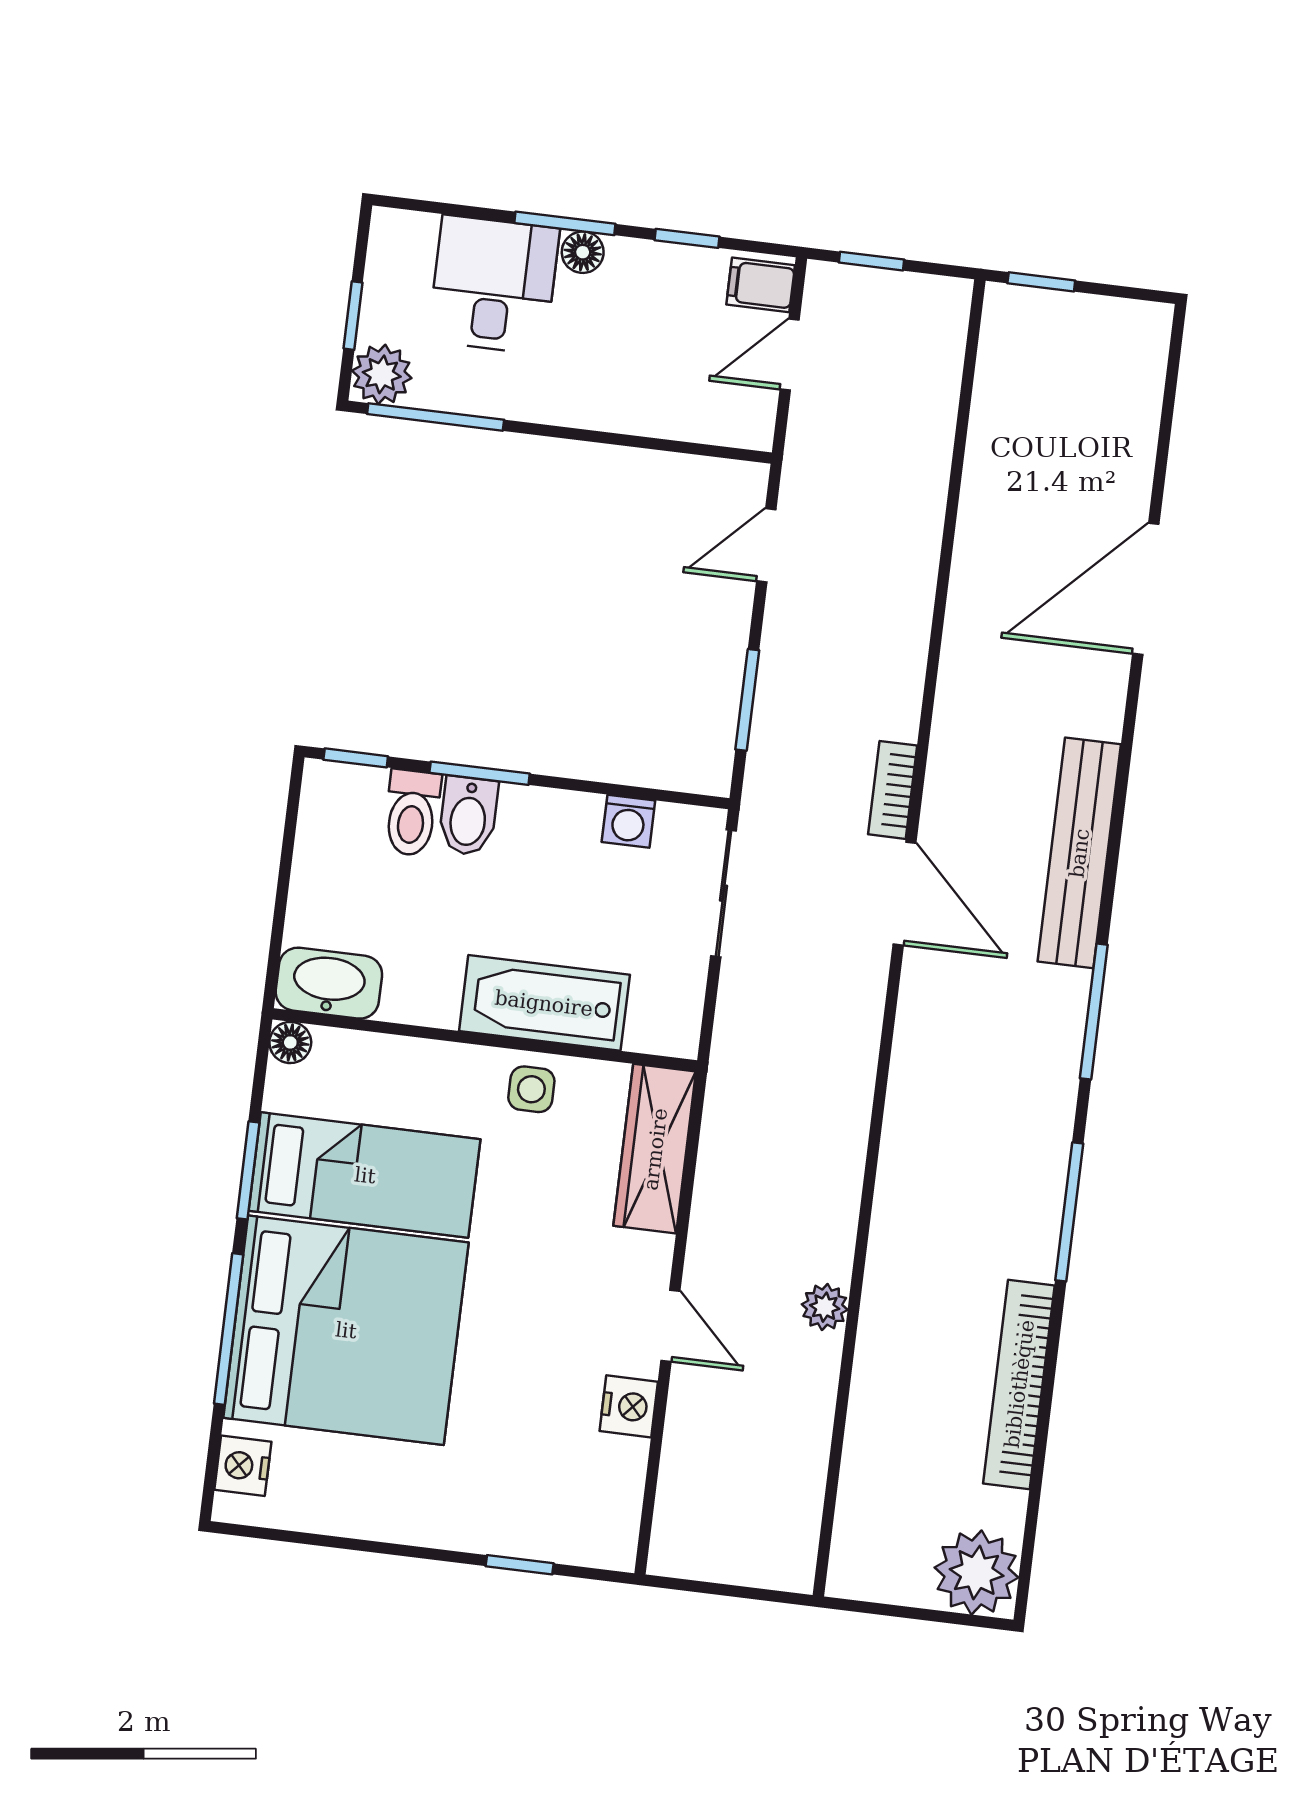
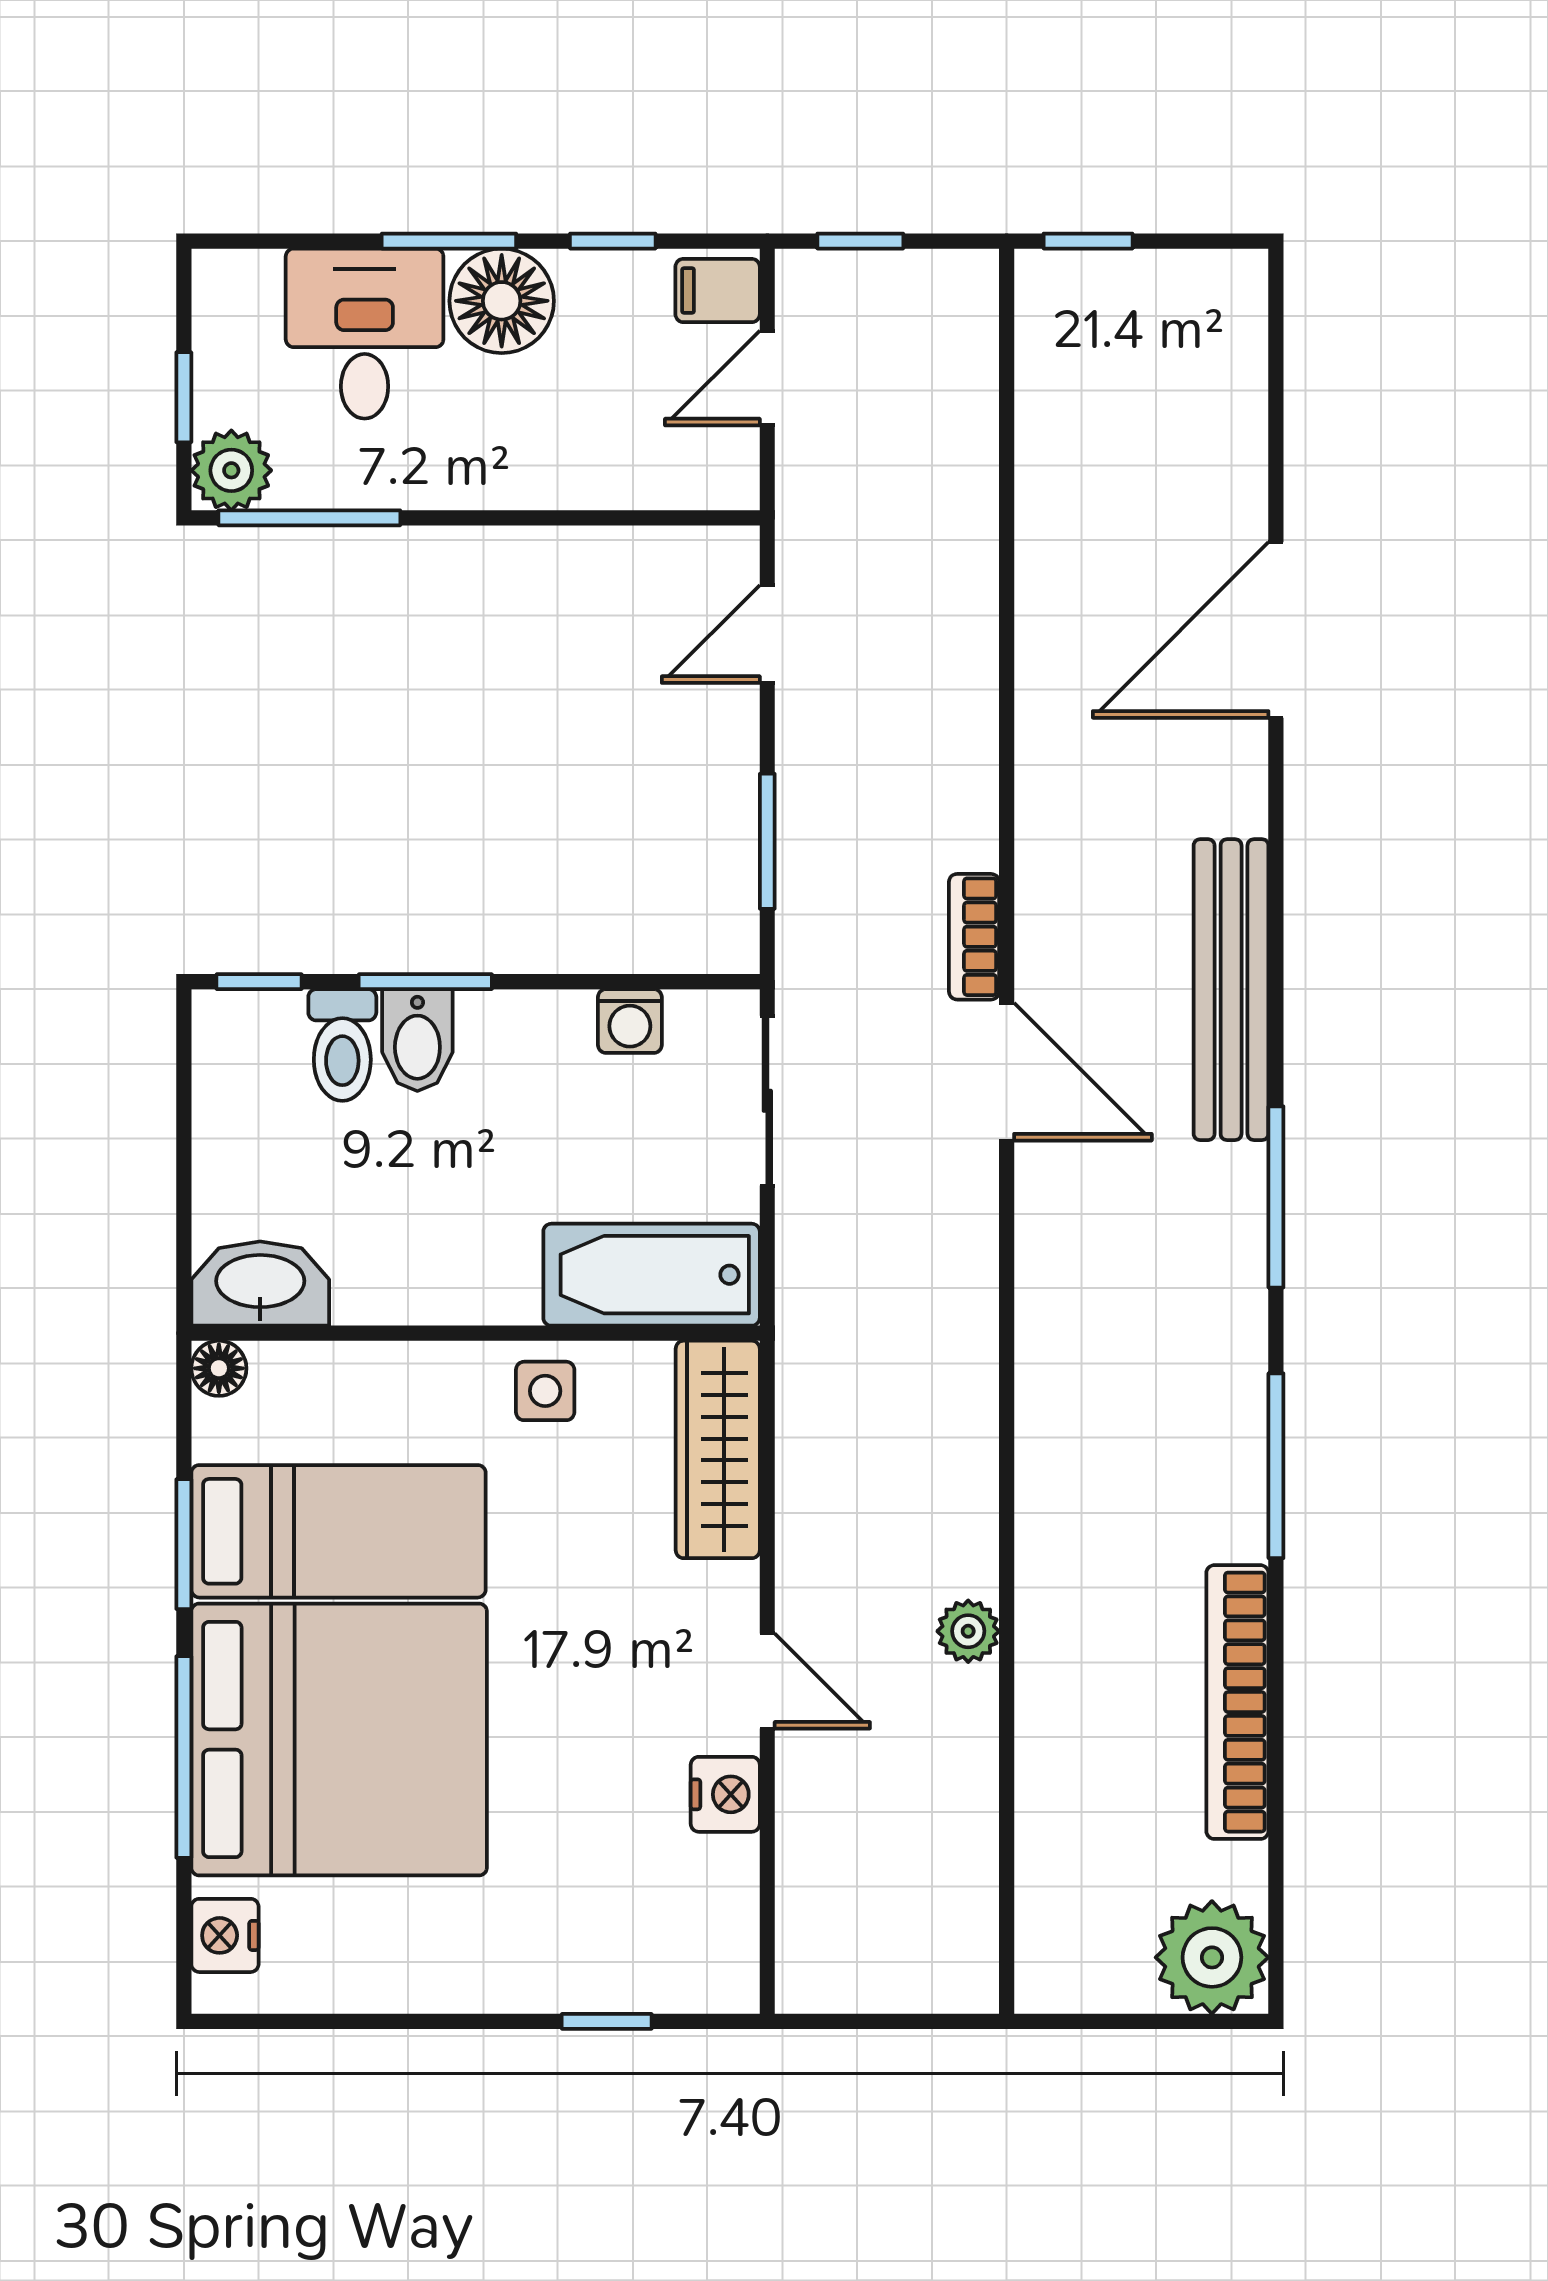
floor lamp: (583, 252) -> (502, 301), width x1.89, depth x1.89
bathtub: (544, 1003) -> (652, 1275), moved

